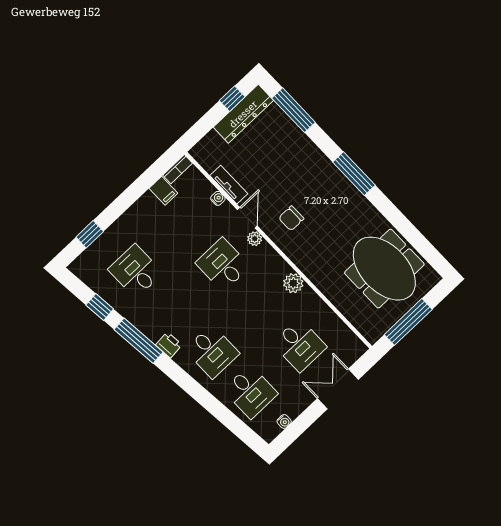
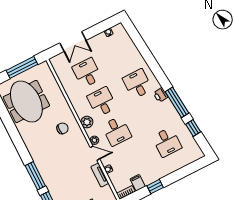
window: (354, 174) -> (35, 176), moved
door: (247, 218) -> (95, 153), swing flipped
chair: (291, 218) -> (62, 128), moved
window: (90, 234) -> (155, 187), moved
plant: (293, 283) -> (87, 122), moved
desk: (250, 392) -> (102, 102), moved

